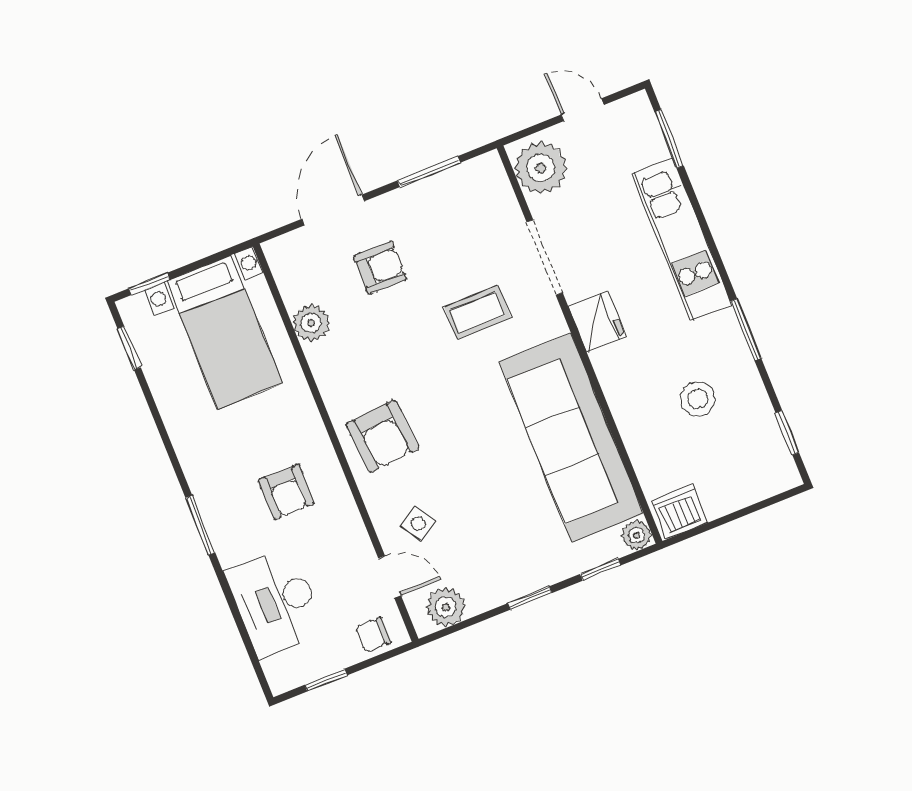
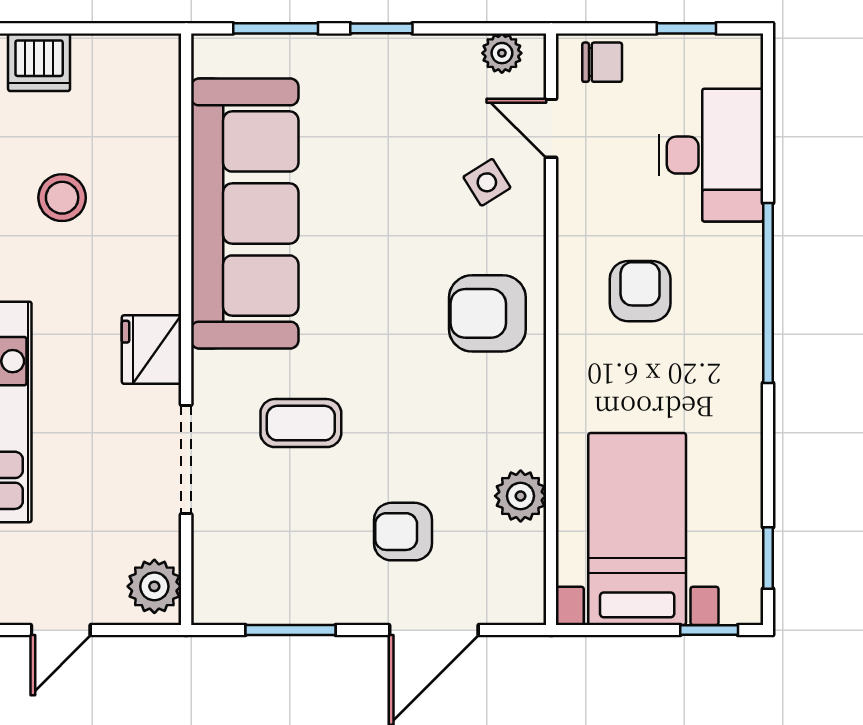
door: (582, 110) -> (61, 630), hinge flipped
plant: (541, 168) -> (154, 586), width x0.73, depth x0.73
armchair: (382, 436) -> (487, 313), turned -85
dishwasher: (680, 512) -> (39, 62), moved
window: (200, 525) -> (768, 293), width x2.11
plant: (636, 535) -> (212, 54), removed
window: (601, 570) -> (276, 28), width x1.50
plant: (446, 607) -> (502, 53), width x0.73, depth x0.73

